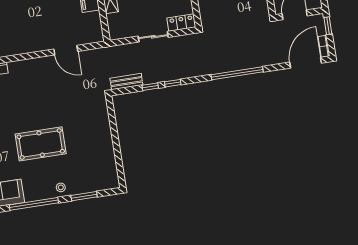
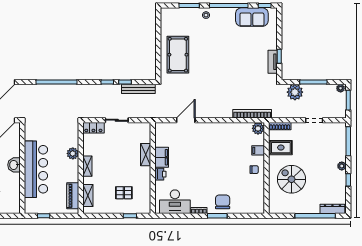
door: (66, 50) -> (186, 120), hinge flipped
bench: (126, 82) -> (138, 89), width x1.36
pool table: (41, 144) -> (178, 55), moved, turned 90

